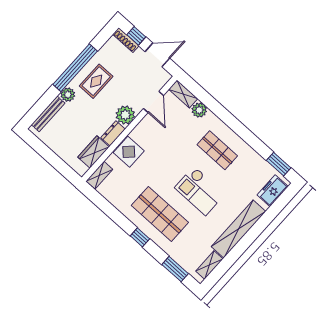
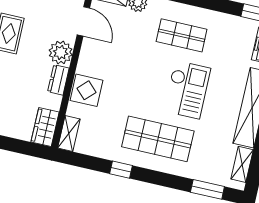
wardrobe: (94, 152) -> (45, 127), moved
checkout: (200, 191) -> (187, 90), turned -90
window: (140, 237) -> (121, 170), moved

